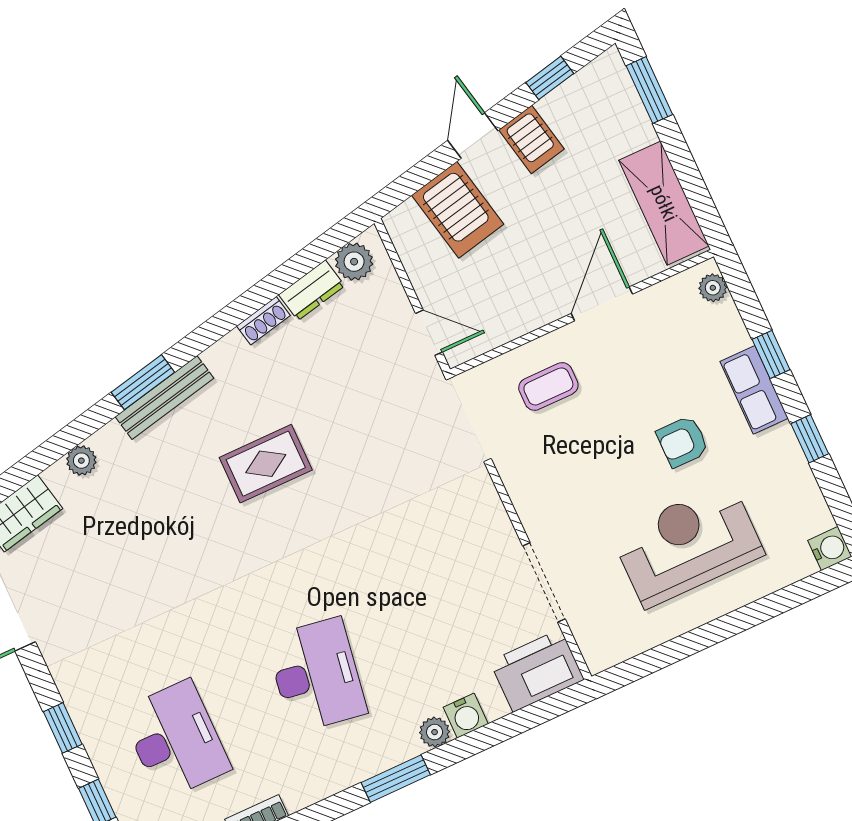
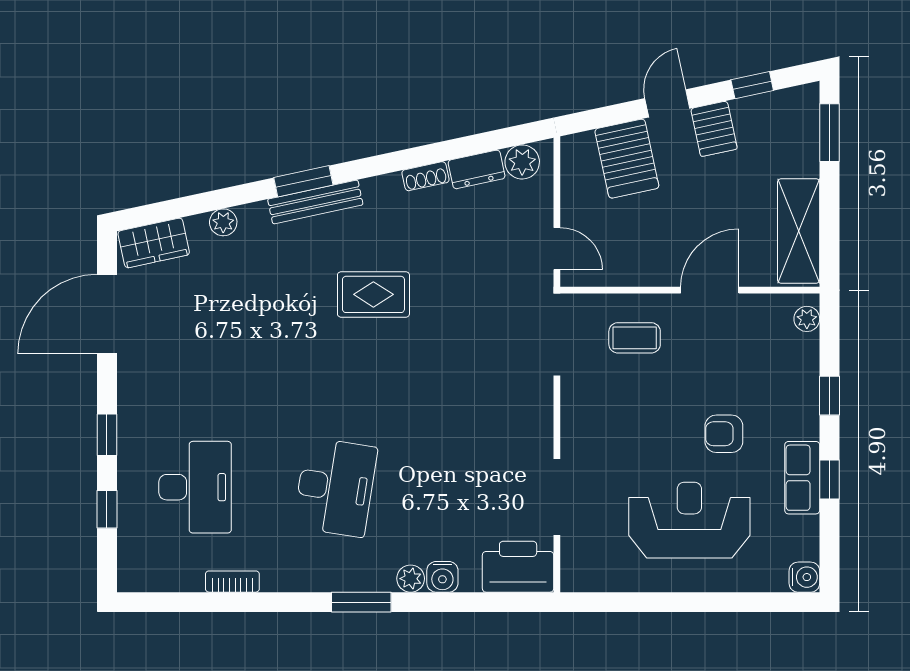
row of seats: (754, 390) -> (802, 478), moved

